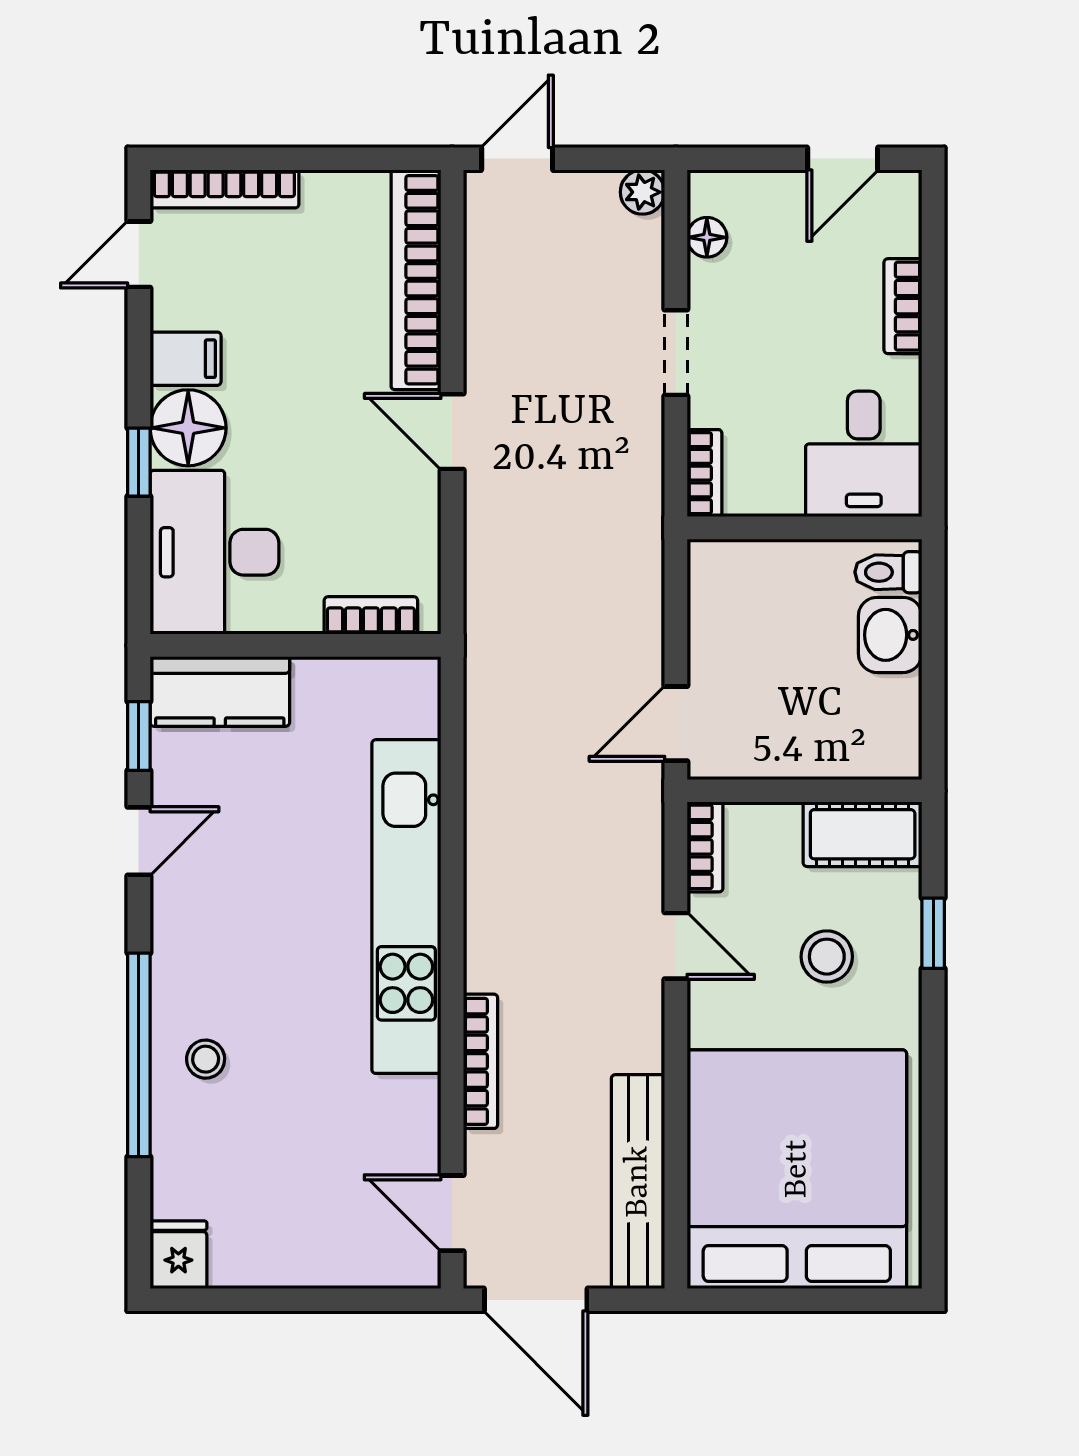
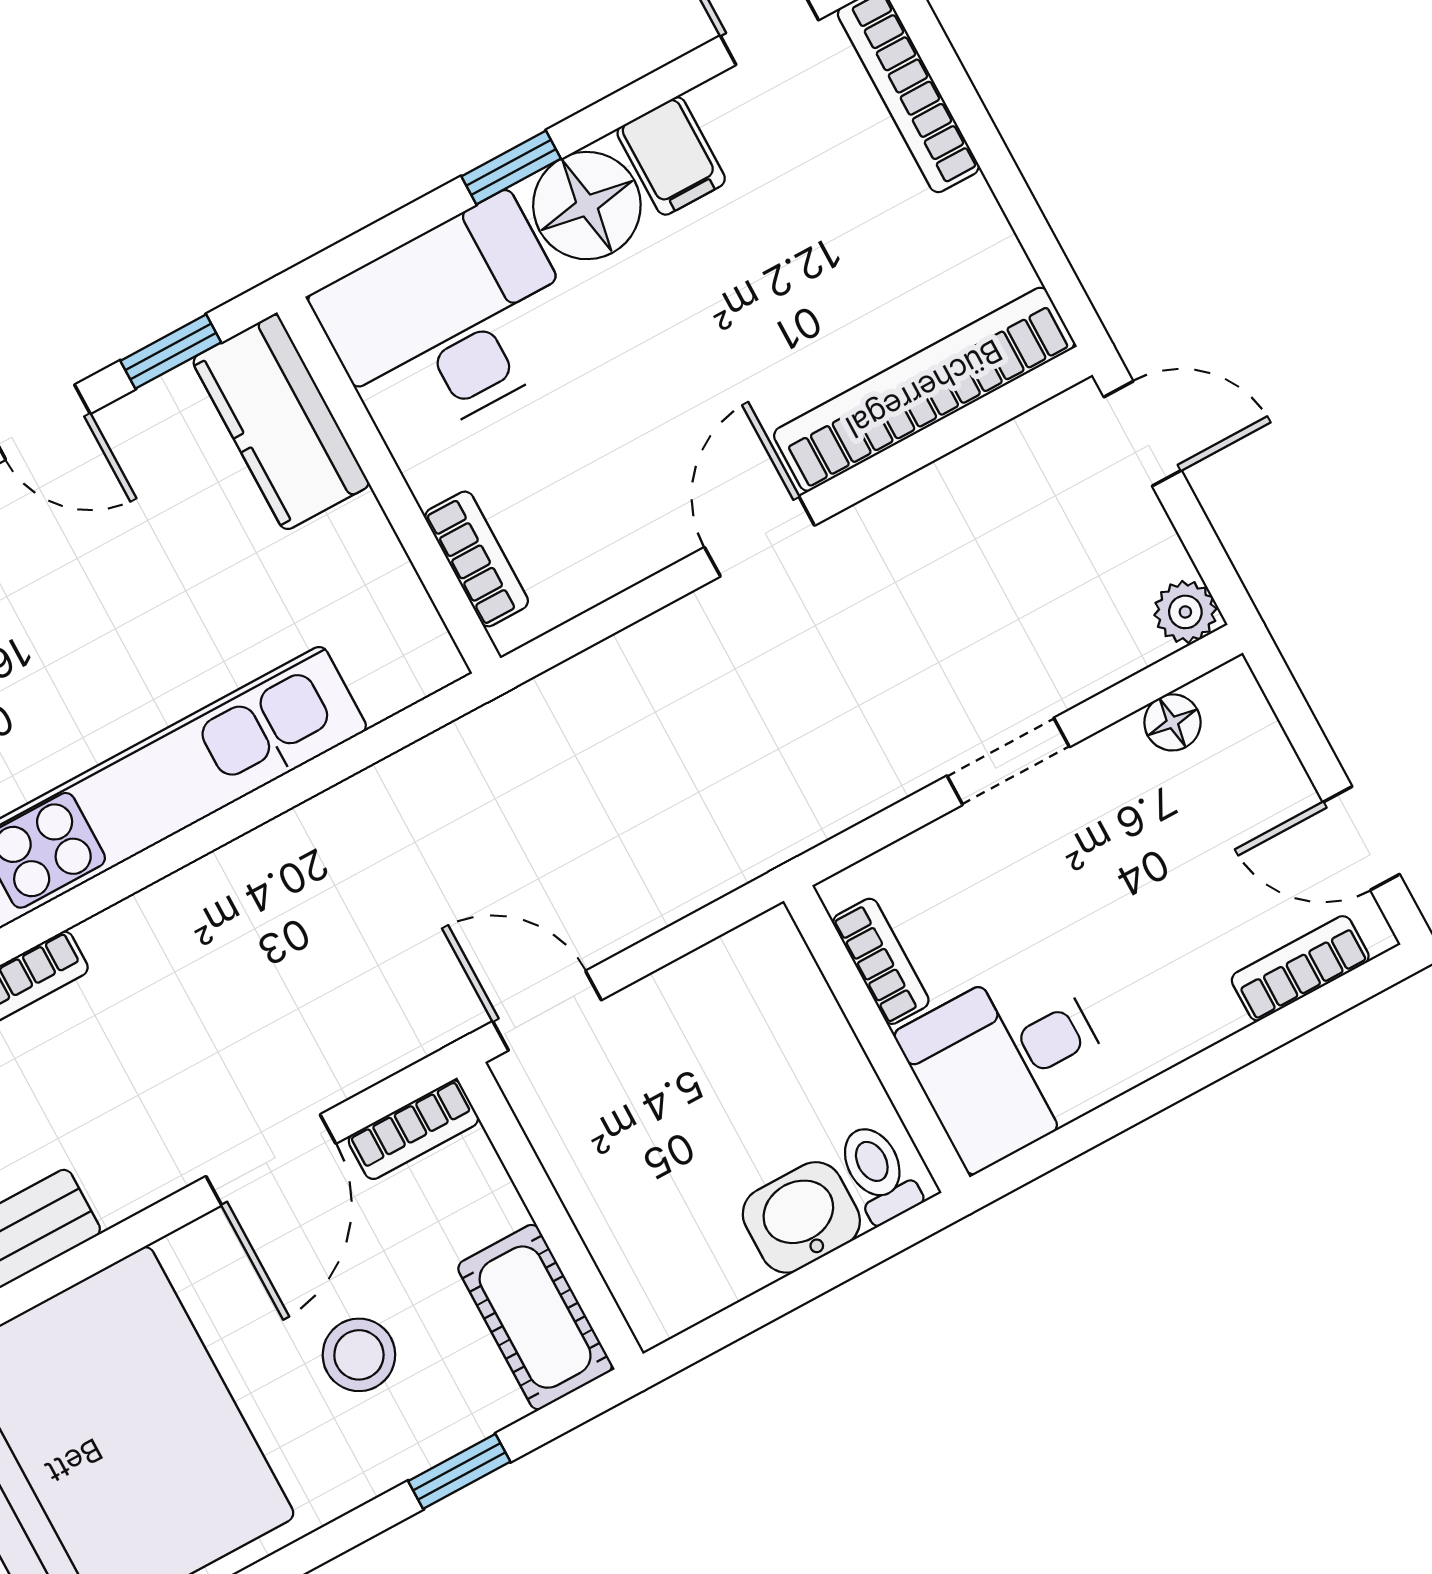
bookcase: (903, 306) -> (1300, 968), moved
bookcase: (704, 473) -> (881, 961), moved, turned -90
door: (676, 946) -> (271, 1160), width x1.38

